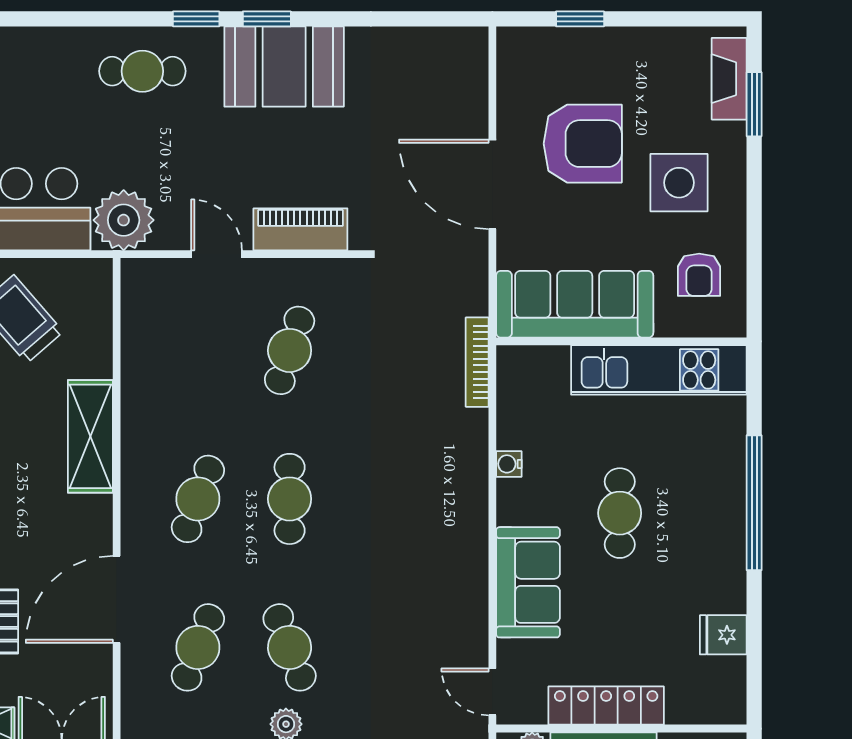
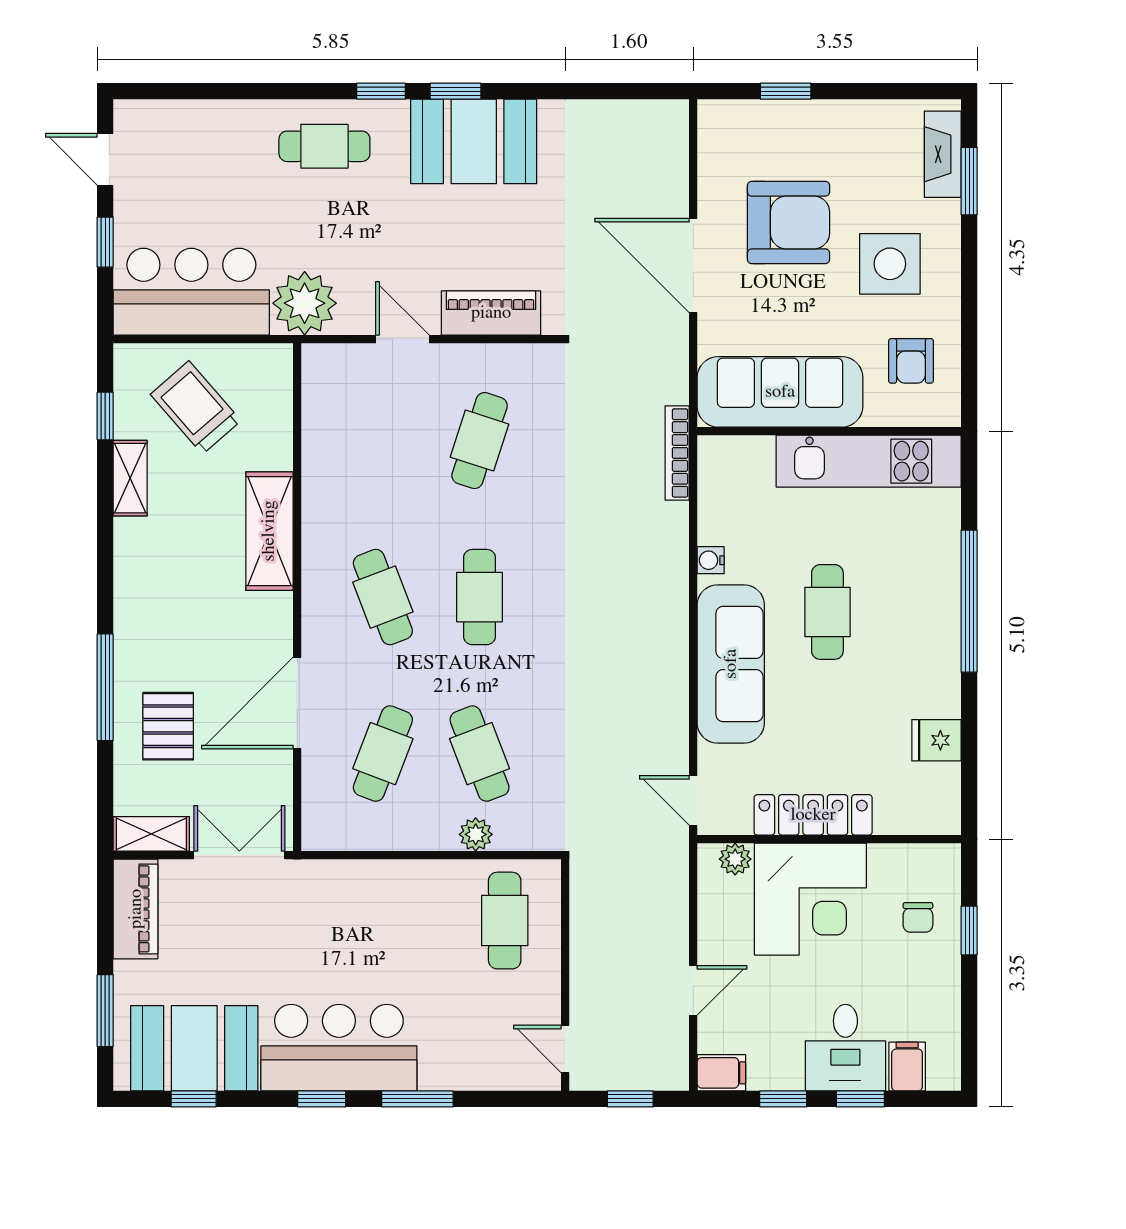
cafe table: (198, 499) -> (383, 597), turned -42
sofa: (528, 582) -> (731, 664), width x1.36

